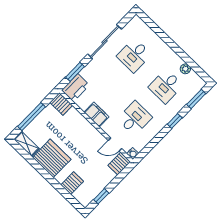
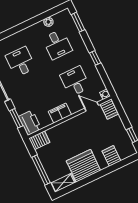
desk: (134, 55) -> (21, 62), turned 180
window: (175, 121) -> (95, 58), moved
door: (115, 145) -> (92, 107), swing flipped

